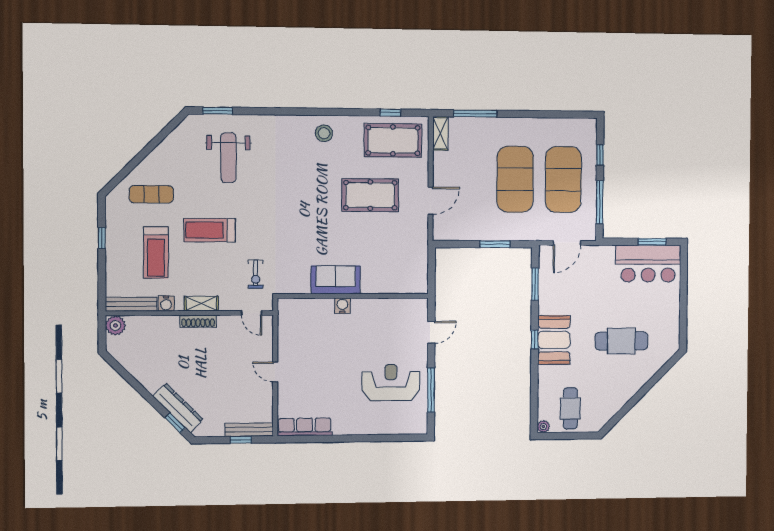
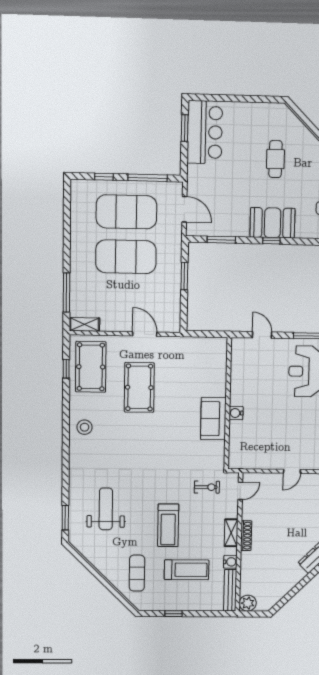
weight bench: (228, 158) -> (106, 509), turned -90
cafe table: (621, 341) -> (275, 159), width x0.73, depth x0.74

